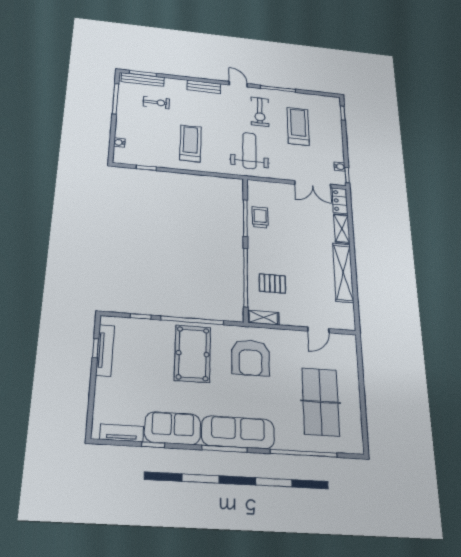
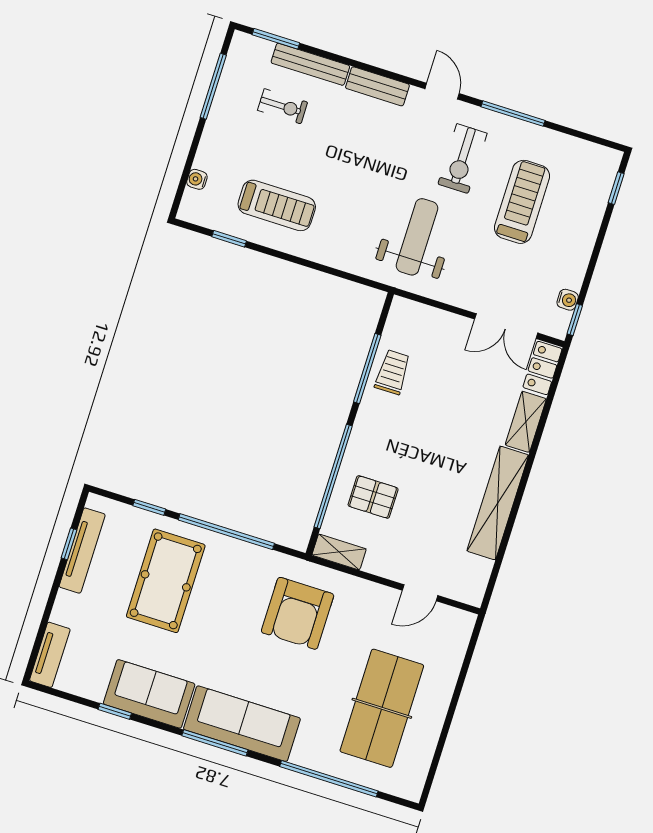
bench: (143, 79) -> (310, 64), moved
treadmill: (190, 143) -> (277, 205), moved, turned 90
pool table: (193, 354) -> (166, 581), moved
tv unit: (122, 433) -> (50, 655), moved, turned 90

